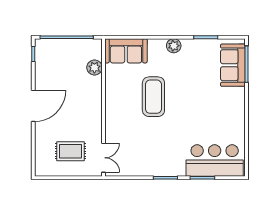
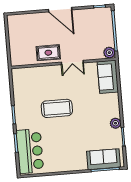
plant: (174, 46) -> (116, 123), moved
plant: (94, 67) -> (109, 53), moved
coffee table: (153, 97) -> (57, 108), moved
rug: (71, 151) -> (48, 53), moved, turned 90
double door: (103, 158) -> (72, 63), moved

